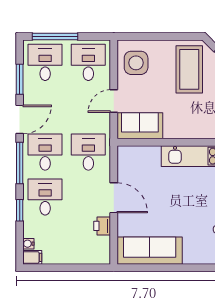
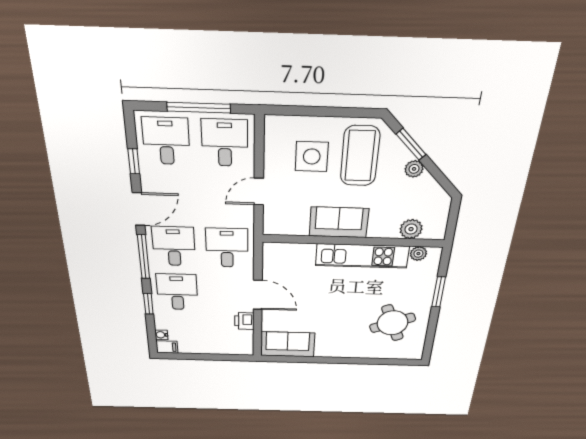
window: (55, 36) -> (199, 108), moved
side table: (136, 63) -> (312, 156), moved
window: (20, 79) -> (134, 161), width x0.67
sofa: (140, 126) -> (339, 222), moved
sofa: (150, 251) -> (288, 344), width x0.73

